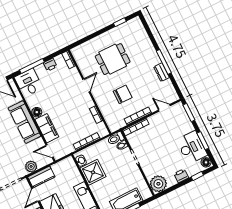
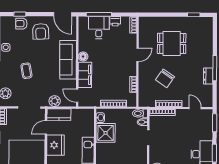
desk: (29, 83) -> (99, 27), moved
chair: (123, 94) -> (165, 78), turned 125

